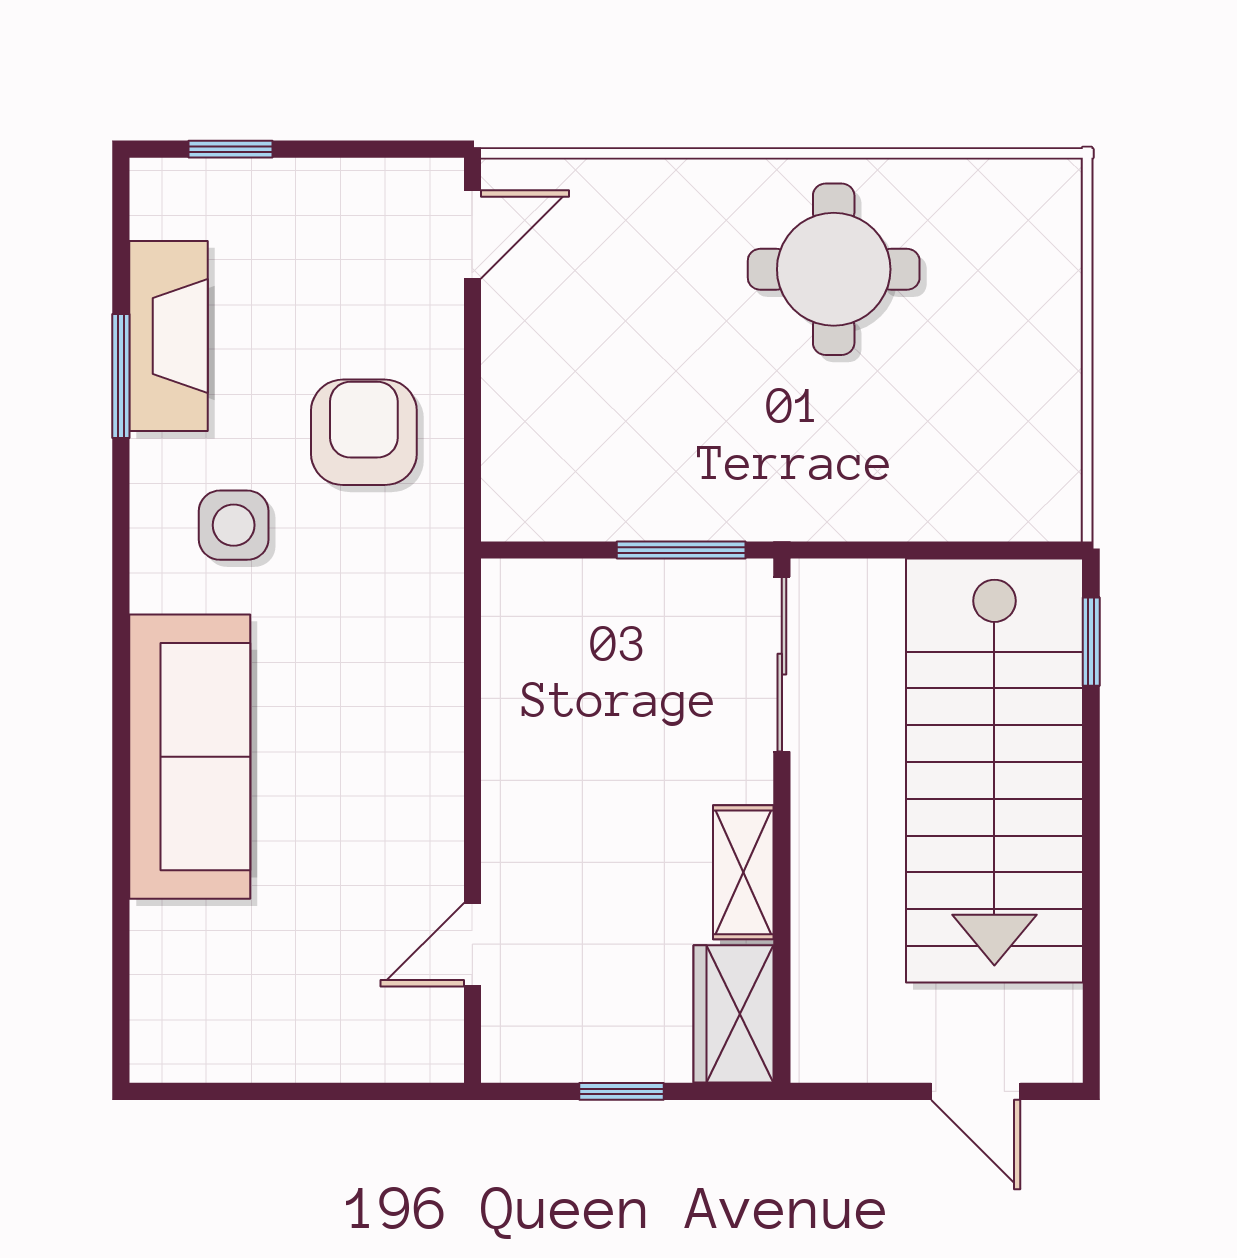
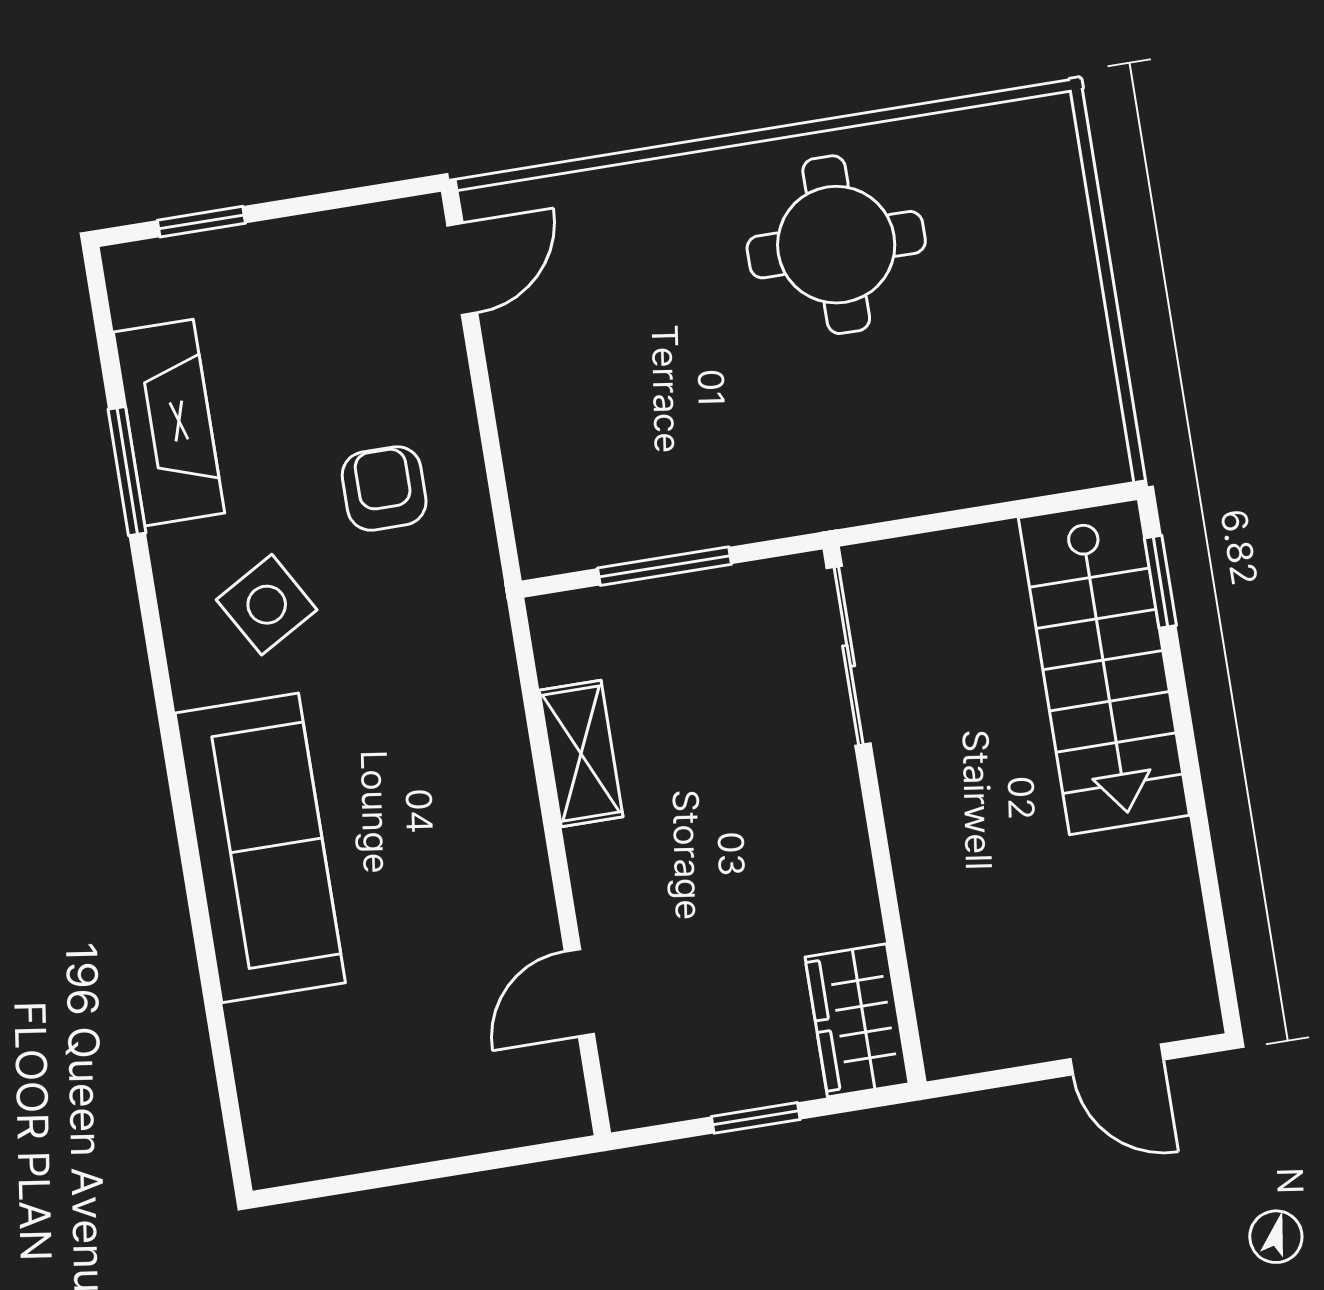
armchair: (364, 432) -> (384, 488), width x0.72, depth x0.72
side table: (234, 525) -> (267, 605), turned -30
window: (681, 550) -> (664, 566), moved
stairs: (994, 770) -> (1104, 667), width x0.73, depth x0.66
shelving: (743, 872) -> (581, 753), moved

